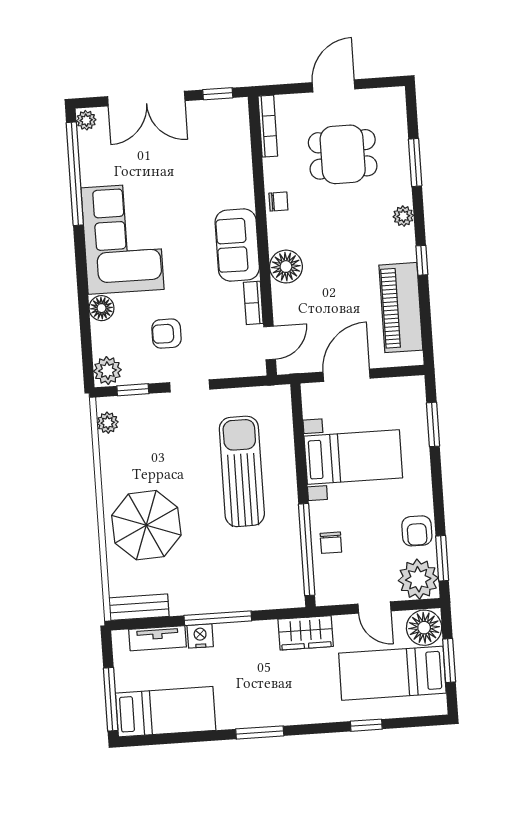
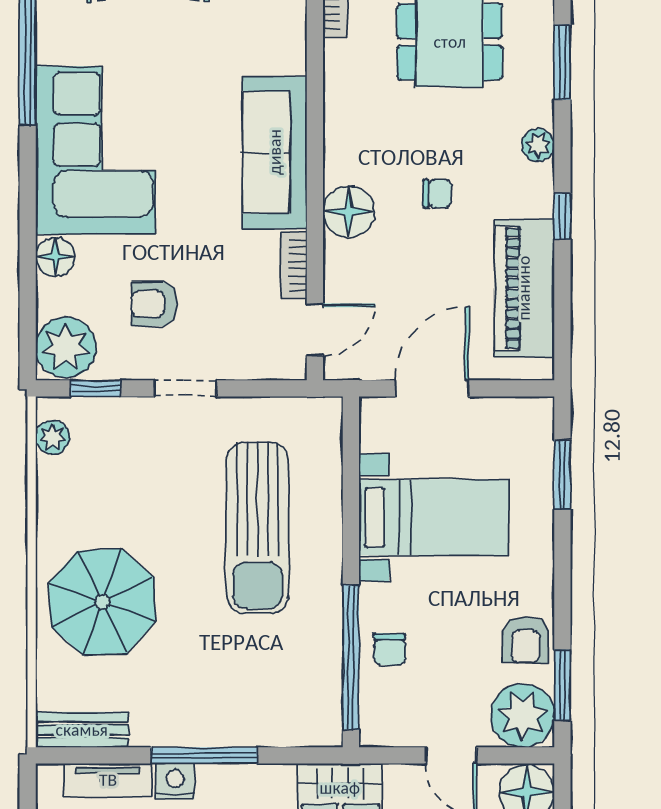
chair: (278, 202) -> (437, 194), moved
sofa: (237, 245) -> (275, 152), width x1.36
plant: (107, 371) -> (66, 347), width x1.36, depth x1.36
sun lounger: (242, 471) -> (258, 528), turned 180

